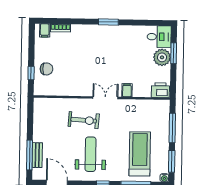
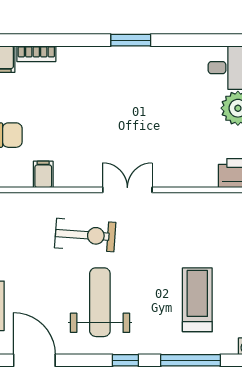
filing cabinet: (127, 90) -> (43, 174), moved
treadmill: (140, 154) -> (197, 300), width x0.73, depth x0.73

